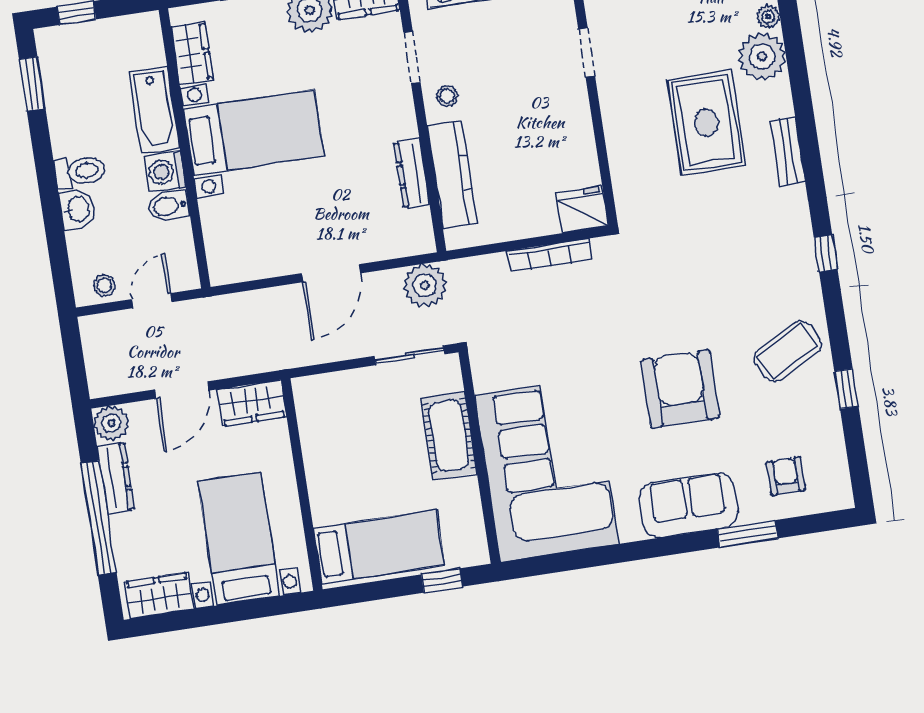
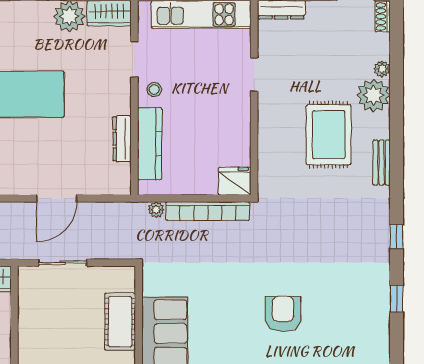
bookcase: (550, 255) -> (208, 211), width x1.48, depth x1.31
plant: (425, 285) -> (156, 210), moved, width x0.53, depth x0.53
coffee table: (788, 351) -> (360, 300), removed
sliding door: (410, 355) -> (63, 263), moved
armchair: (680, 389) -> (283, 314), width x0.73, depth x0.73
window: (846, 389) -> (397, 299), moved

